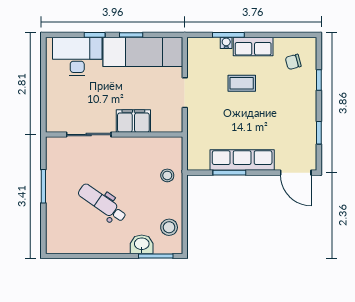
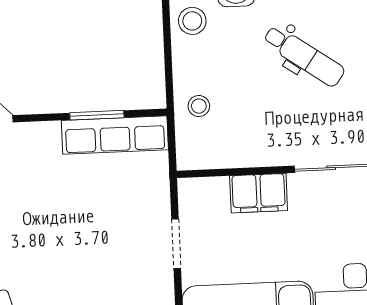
coffee table: (242, 83) -> (83, 263), removed
row of seats: (242, 160) -> (115, 135), moved

